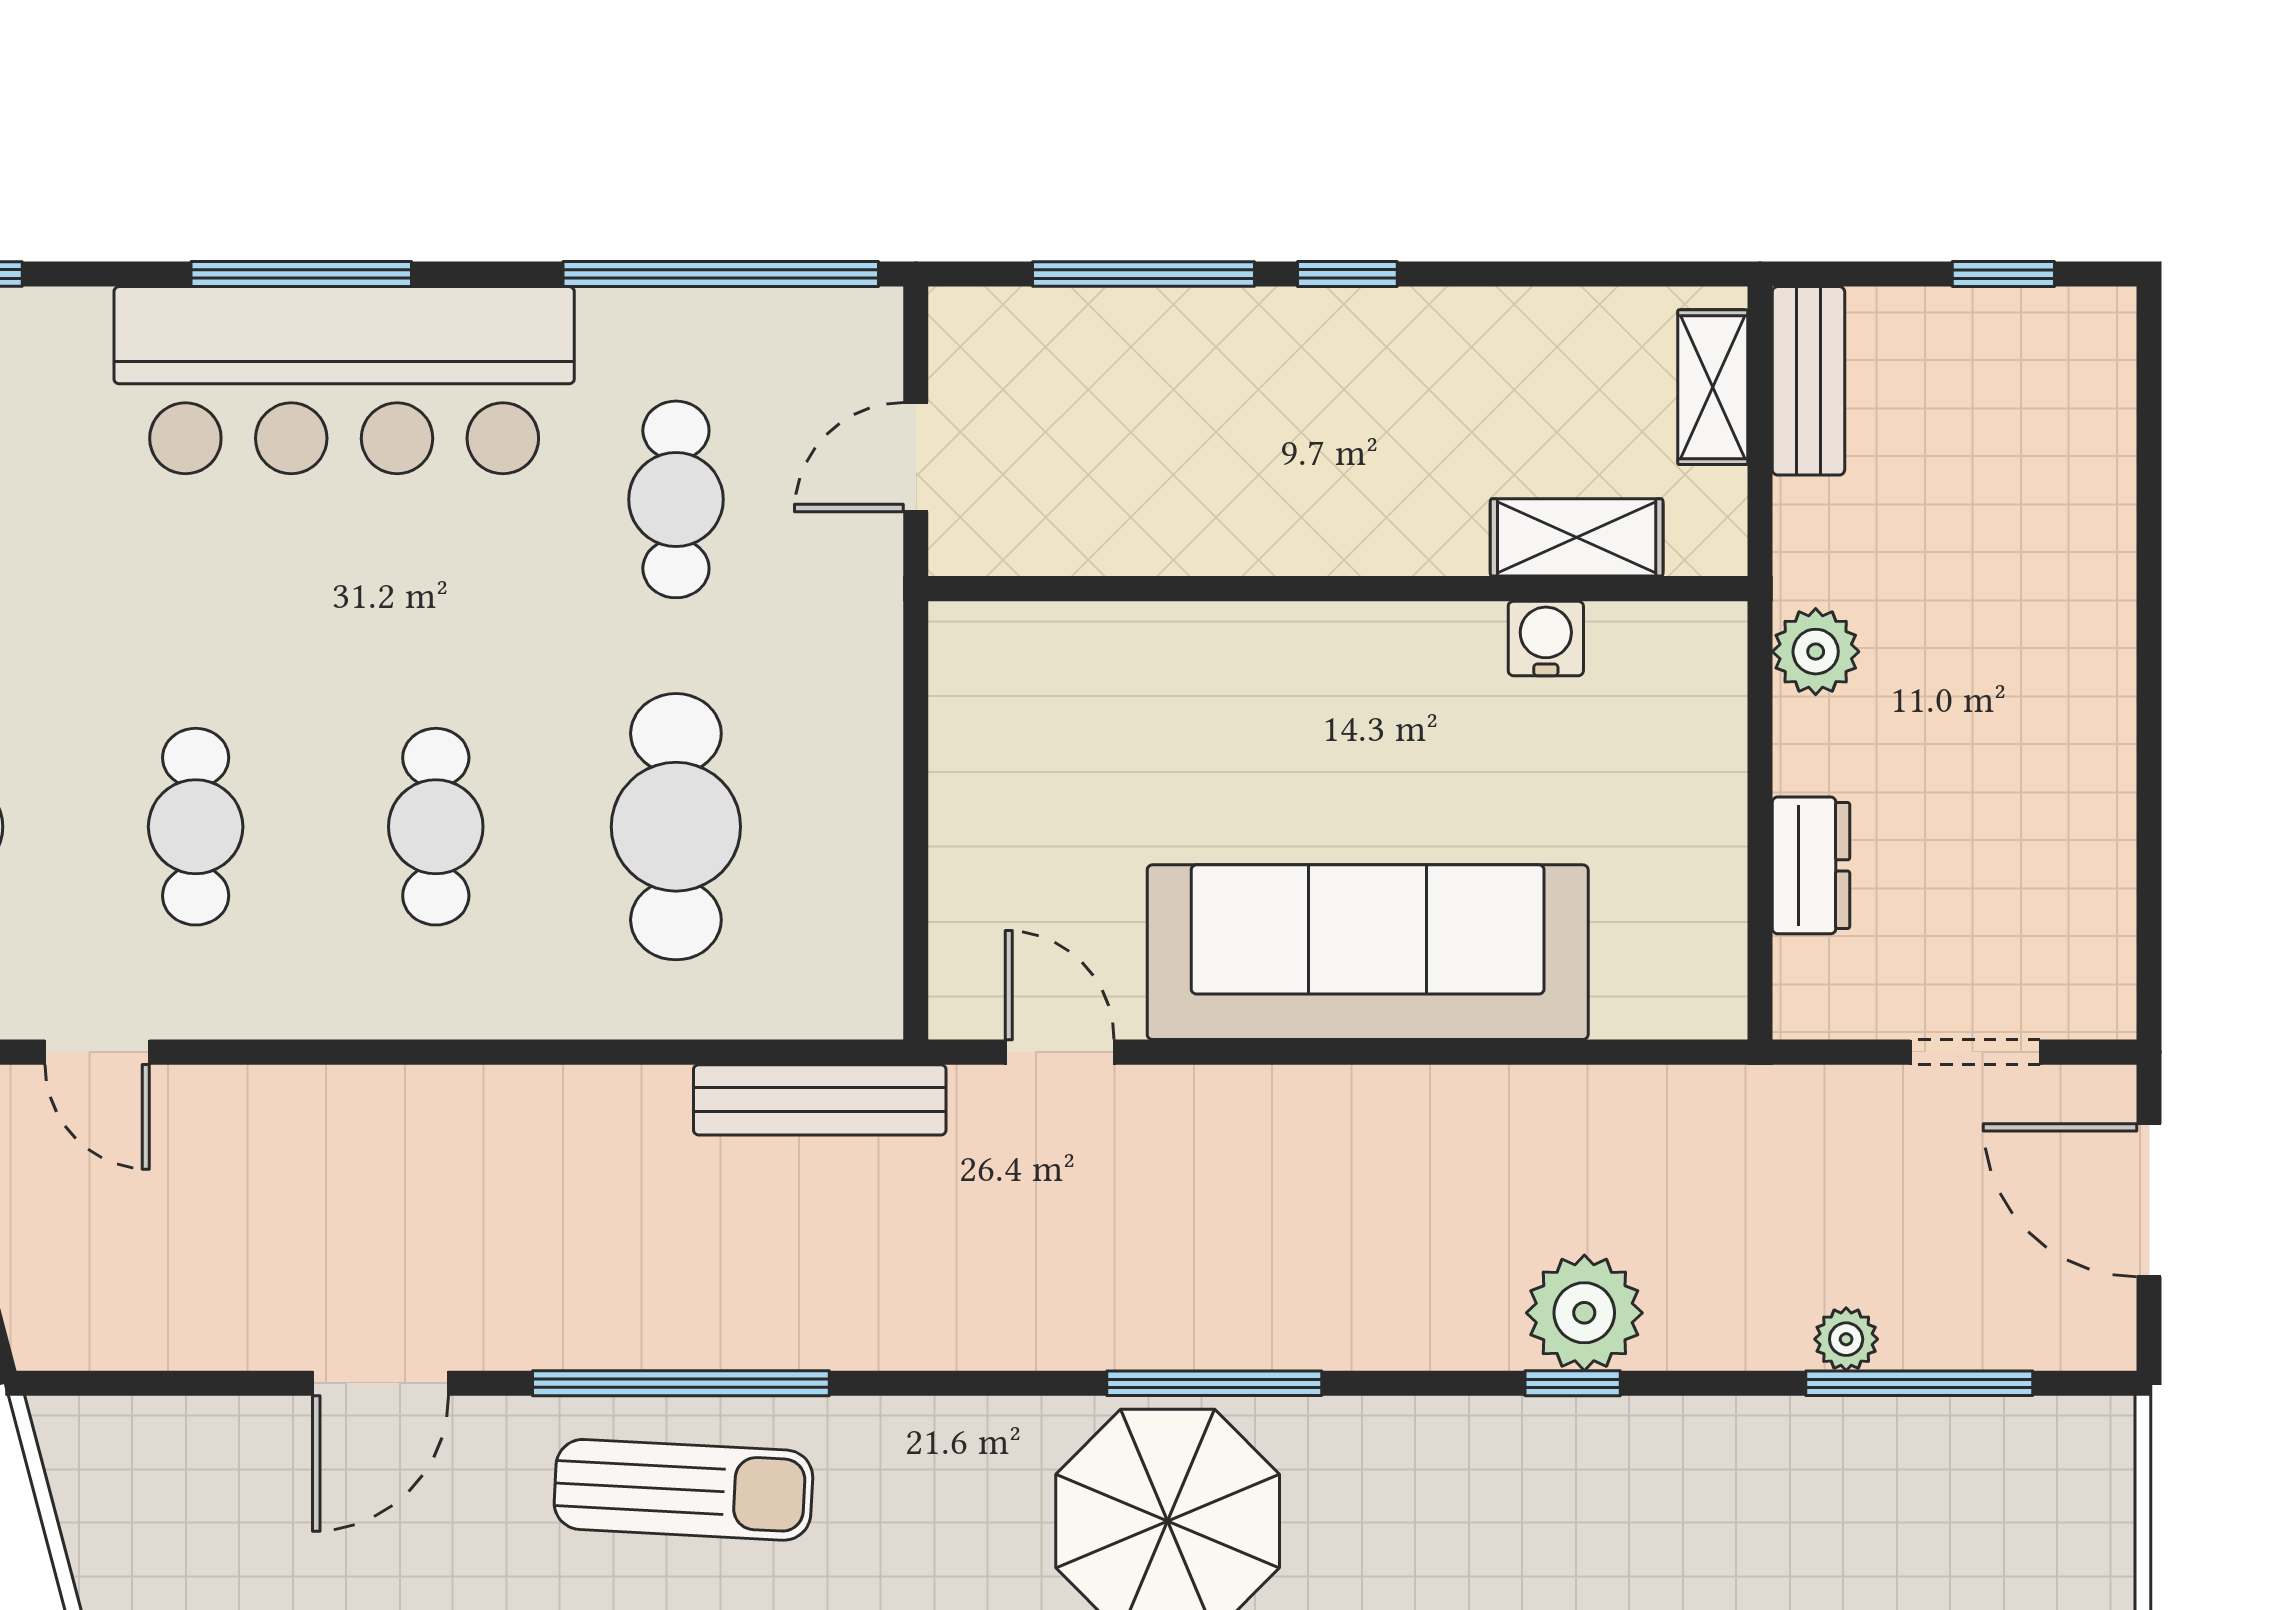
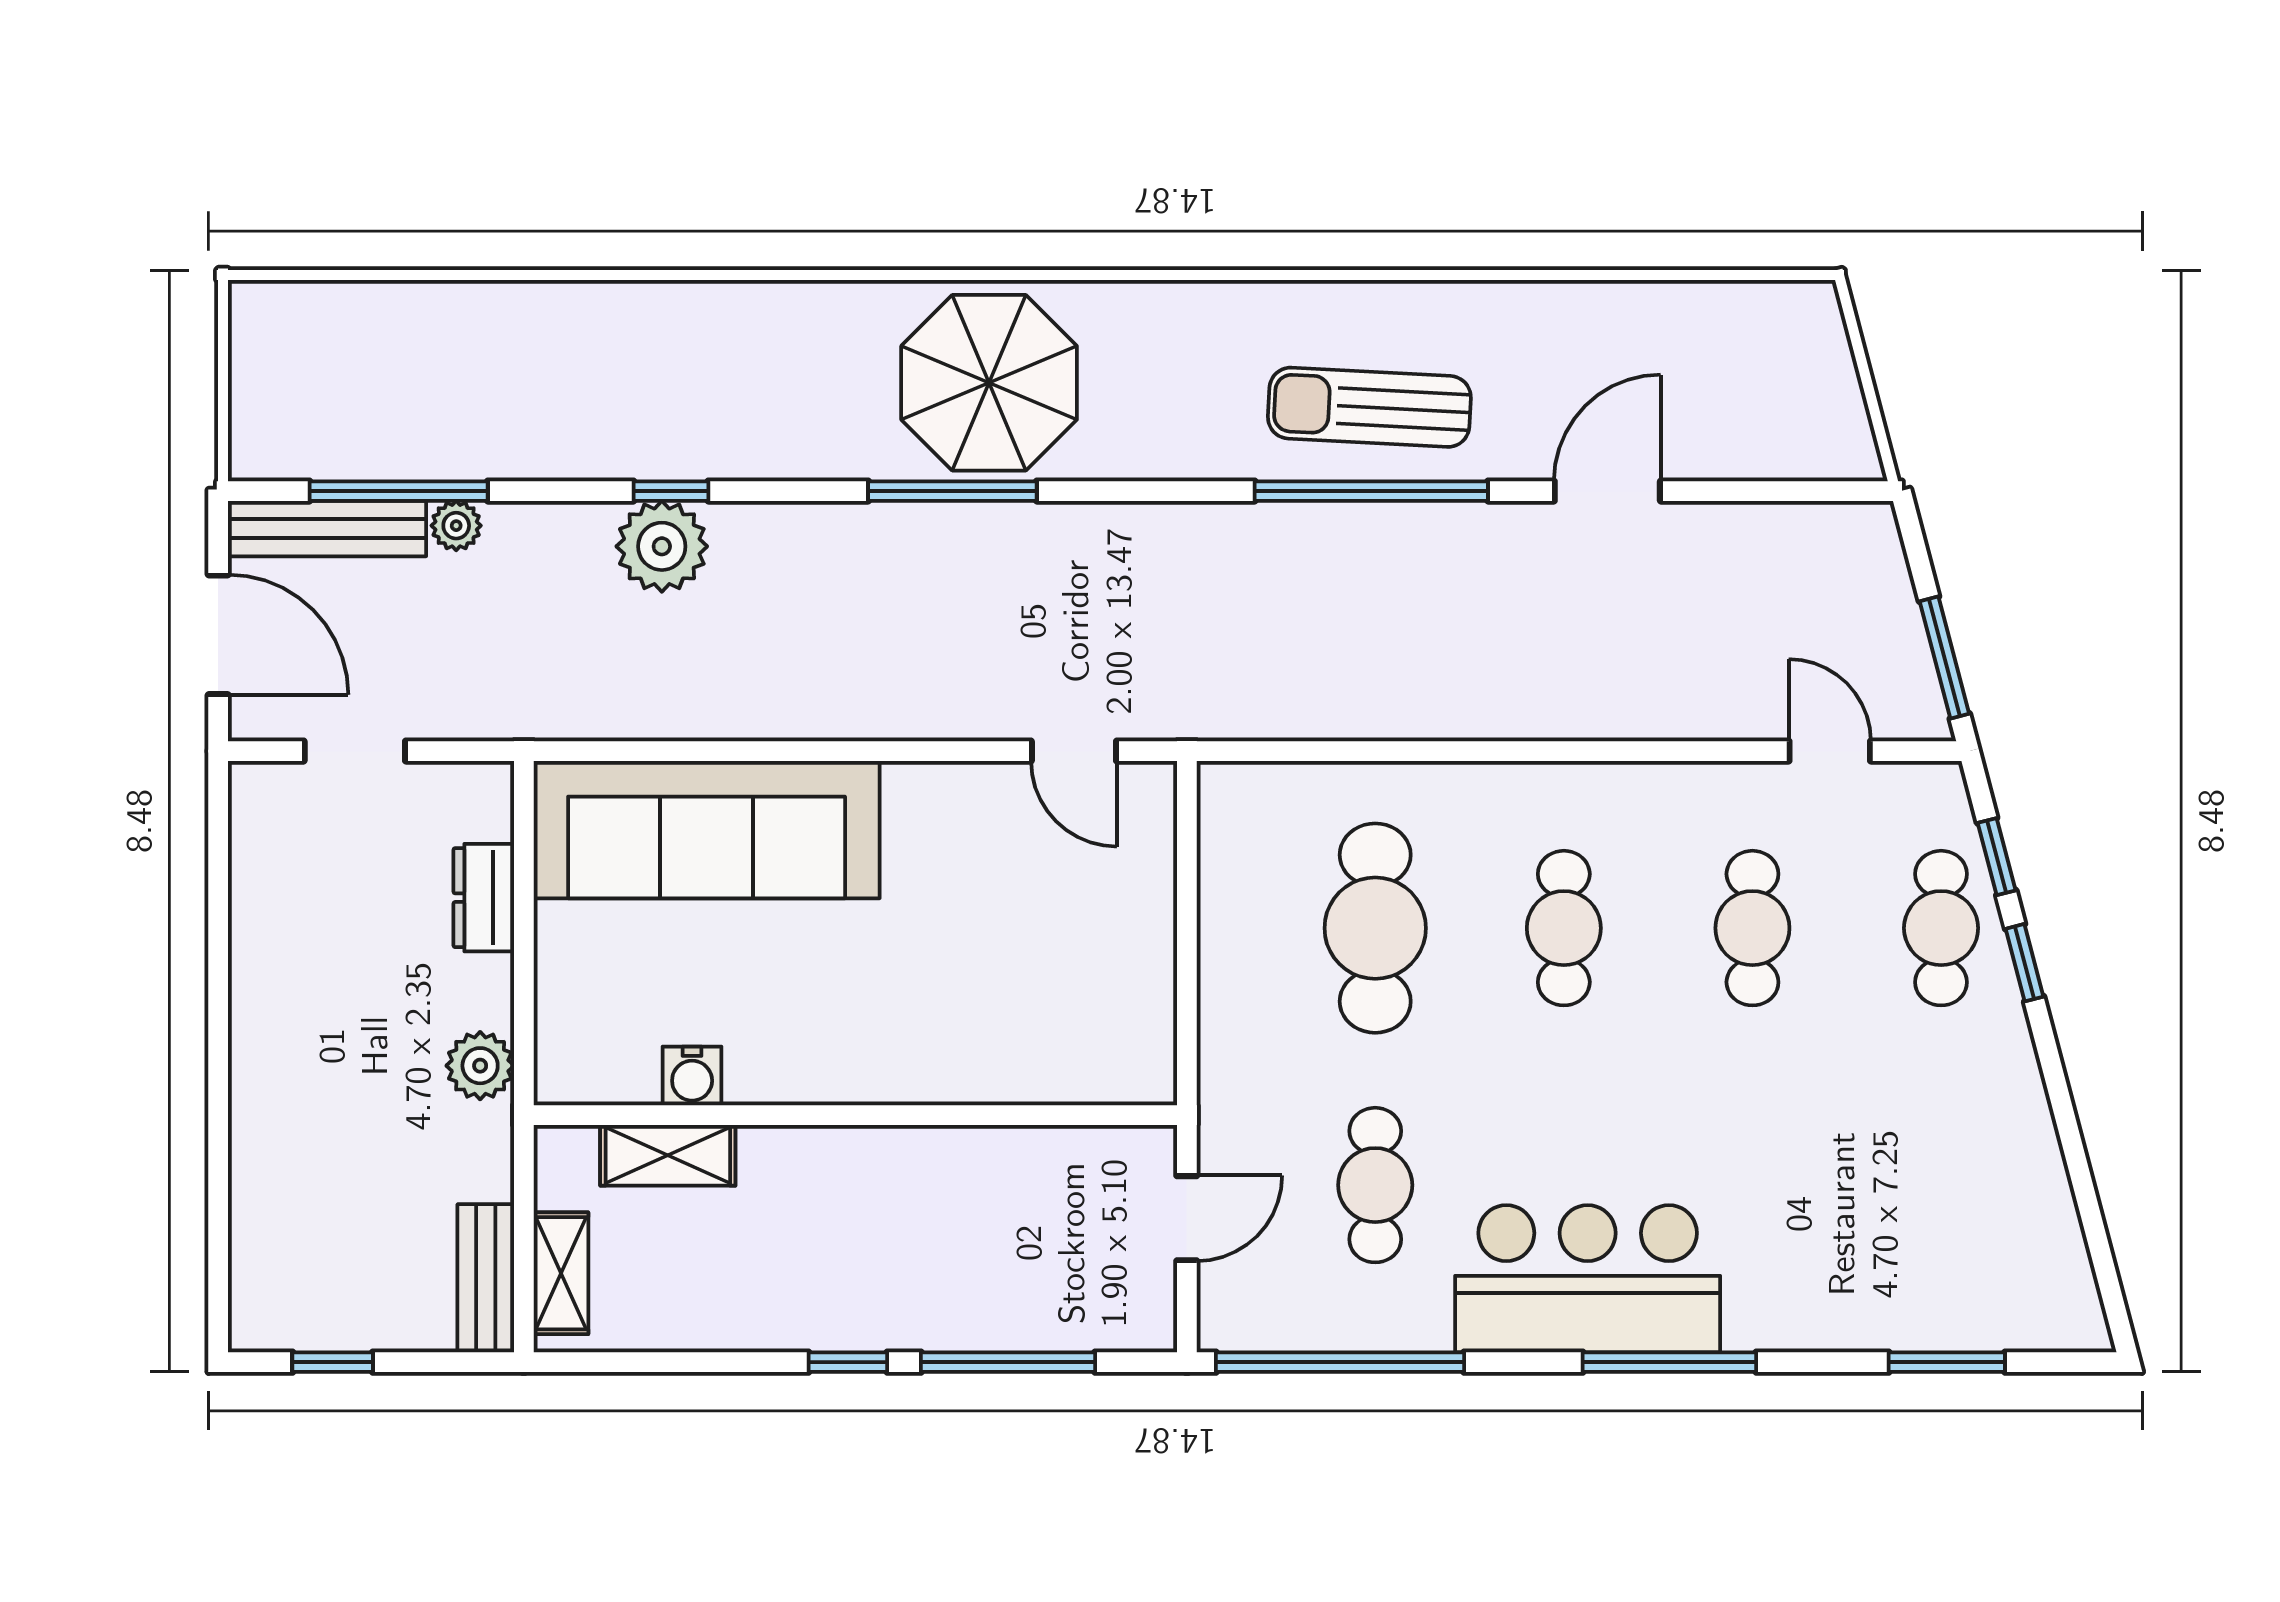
bar counter: (344, 380) -> (1588, 1279), width x0.73
sofa: (1368, 952) -> (707, 830), moved
bench: (820, 1100) -> (327, 529), moved

